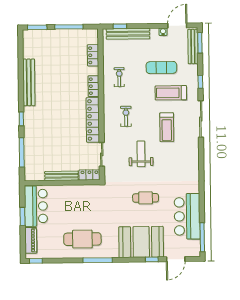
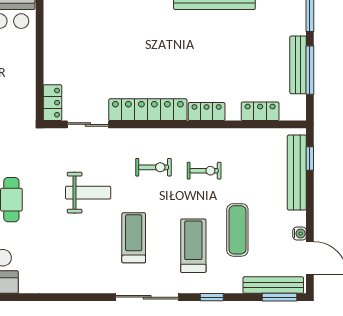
exercise bike: (119, 77) -> (204, 171), moved
treadmill: (167, 127) -> (134, 238), turned 90
bench: (61, 176) -> (298, 65), moved

